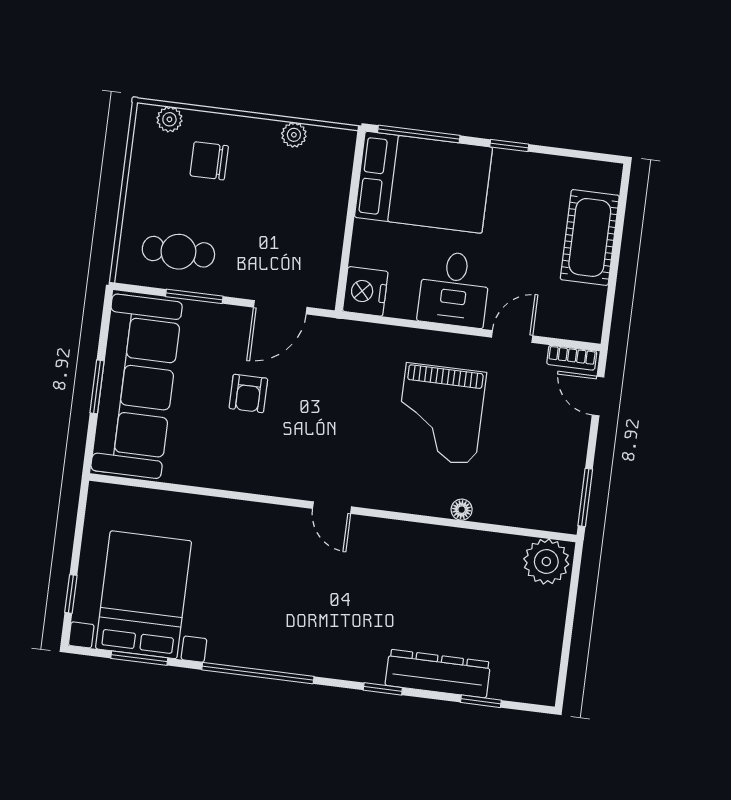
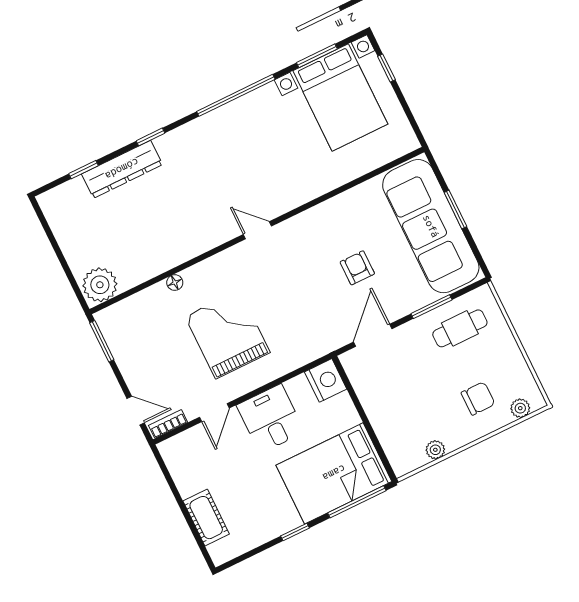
cot: (590, 237) -> (206, 518), width x0.73, depth x0.75

